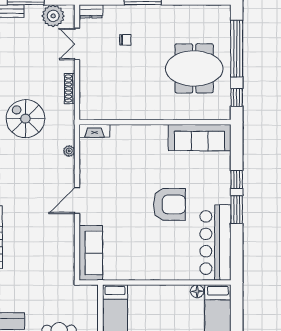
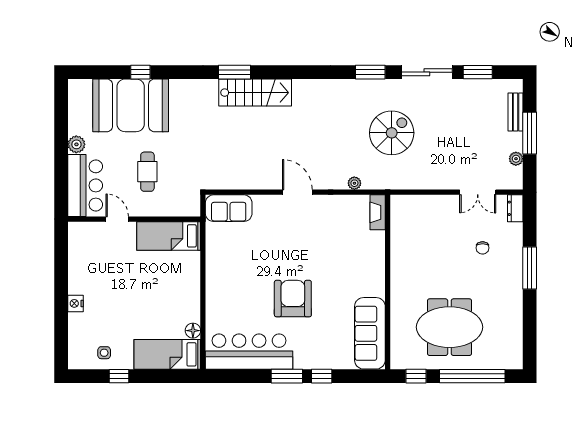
plant: (53, 16) -> (516, 159), width x0.53, depth x0.53
double door: (77, 44) -> (478, 192), swing flipped
meeting table: (194, 68) -> (449, 327), turned 90
shoe rack: (70, 88) -> (426, 184), removed
armchair: (169, 204) -> (293, 299), turned 180
sofa: (91, 253) -> (229, 208), width x0.73

